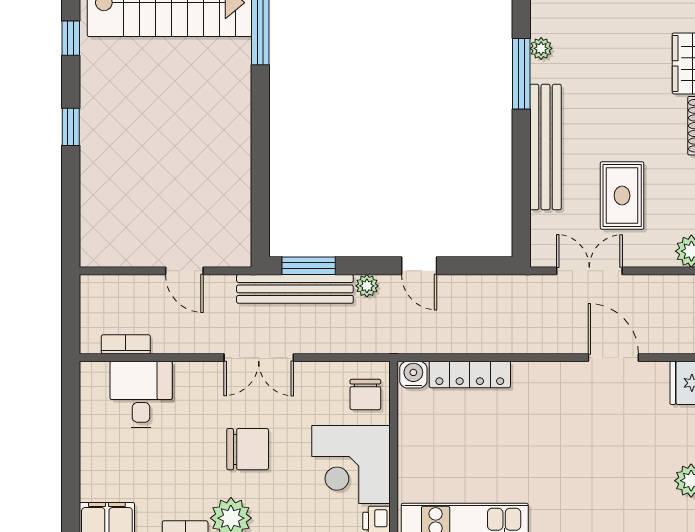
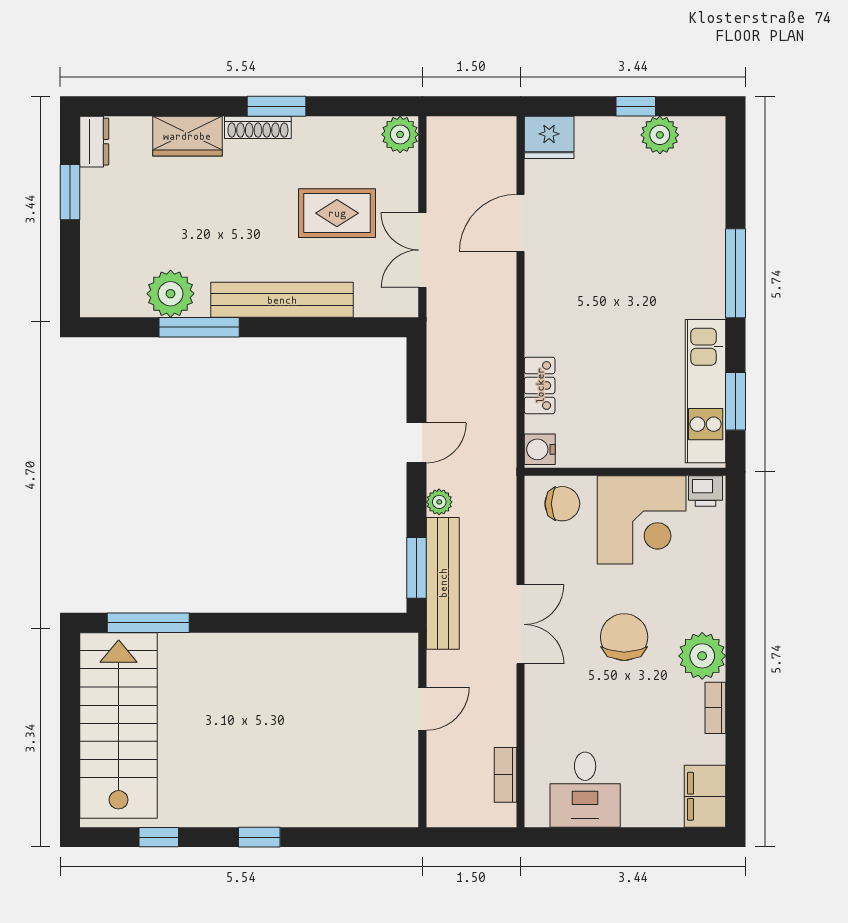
plant: (541, 48) -> (171, 294), width x1.87, depth x1.87
locker: (470, 374) -> (540, 385), width x0.66
desk: (141, 394) -> (585, 790), moved, turned -90

